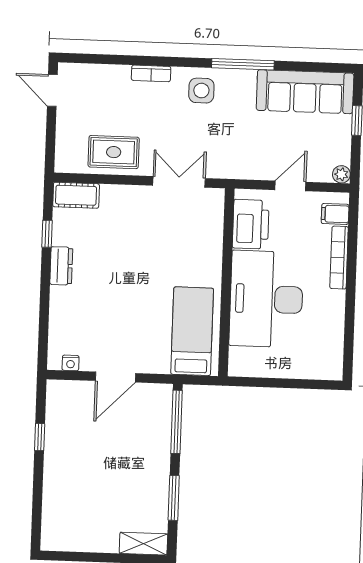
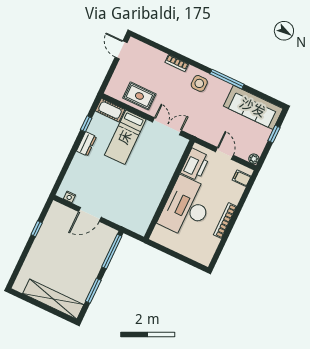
door: (290, 186) -> (224, 153), hinge flipped
bookcase: (339, 258) -> (225, 221), moved
bed: (192, 331) -> (125, 137), moved, turned 180
shelving: (143, 544) -> (53, 299), width x2.20, depth x1.33

